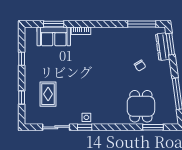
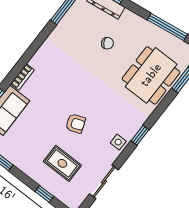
armchair: (78, 84) -> (76, 123), added
dining table: (141, 106) -> (151, 75), width x1.38
window: (85, 127) -> (140, 135), moved

